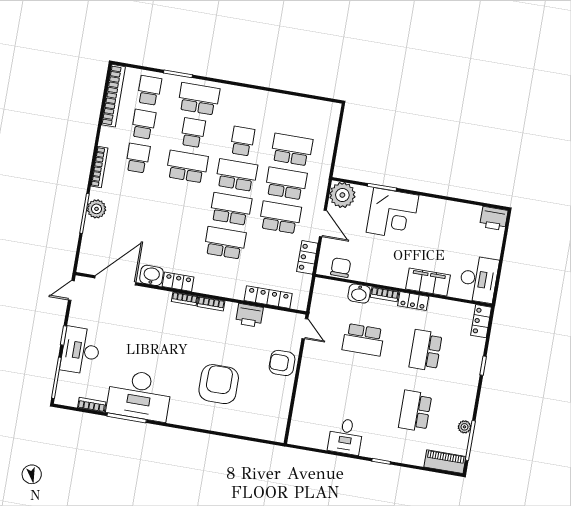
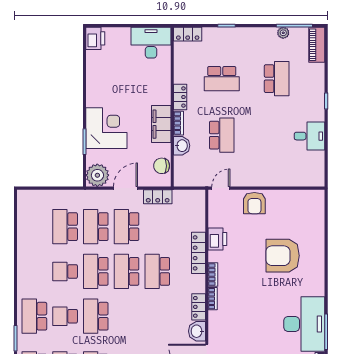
filing cabinet: (428, 282) -> (161, 124), moved
locker: (268, 297) -> (198, 253), moved
school desk: (415, 411) -> (277, 79), turned -90

